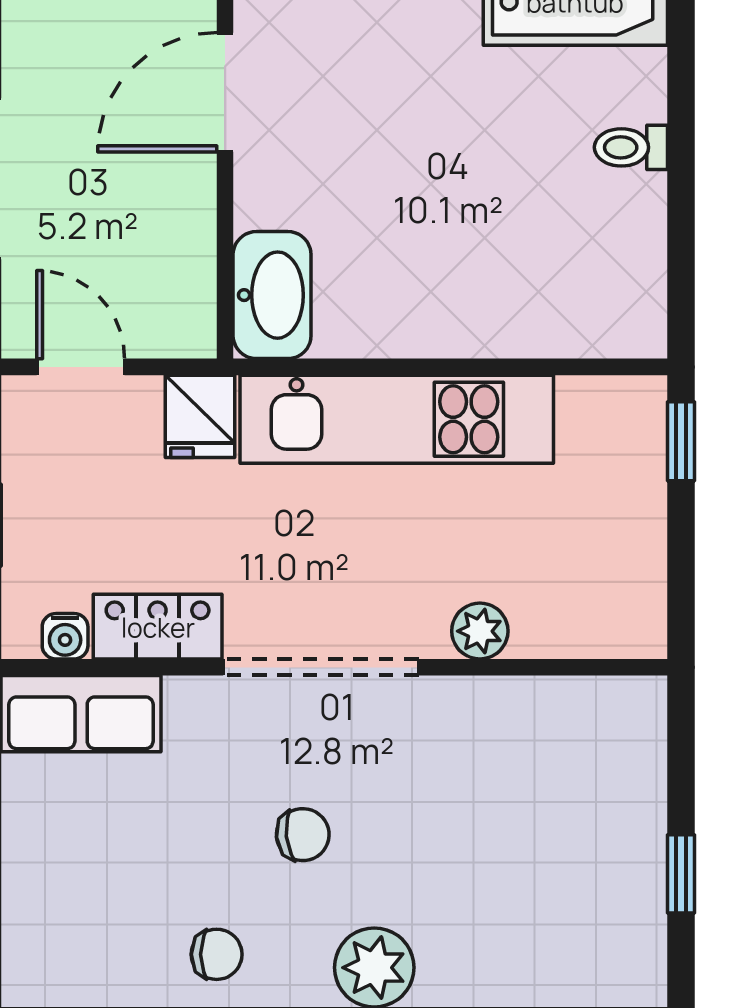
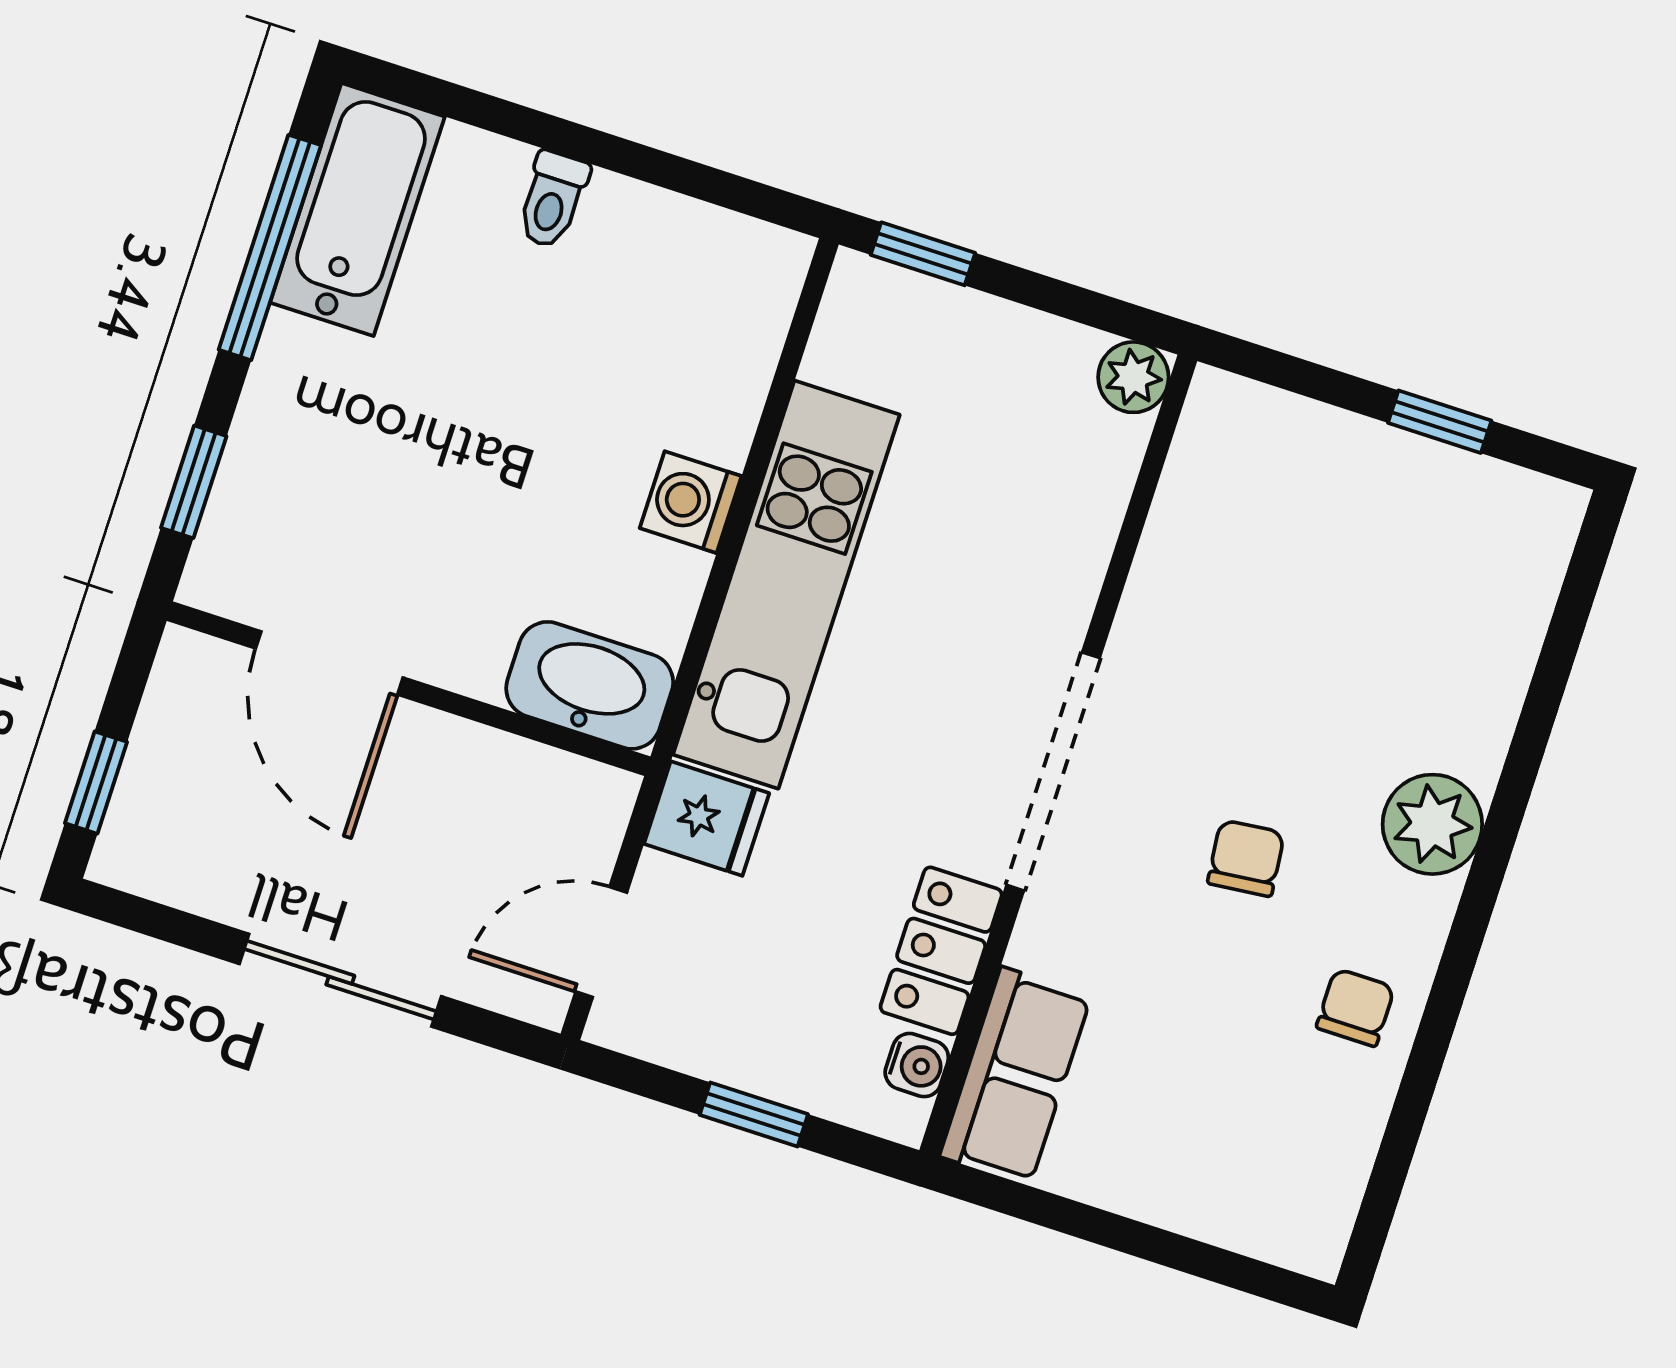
washing machine: (436, 326) -> (691, 502), added
plant: (480, 631) -> (1133, 377), moved

